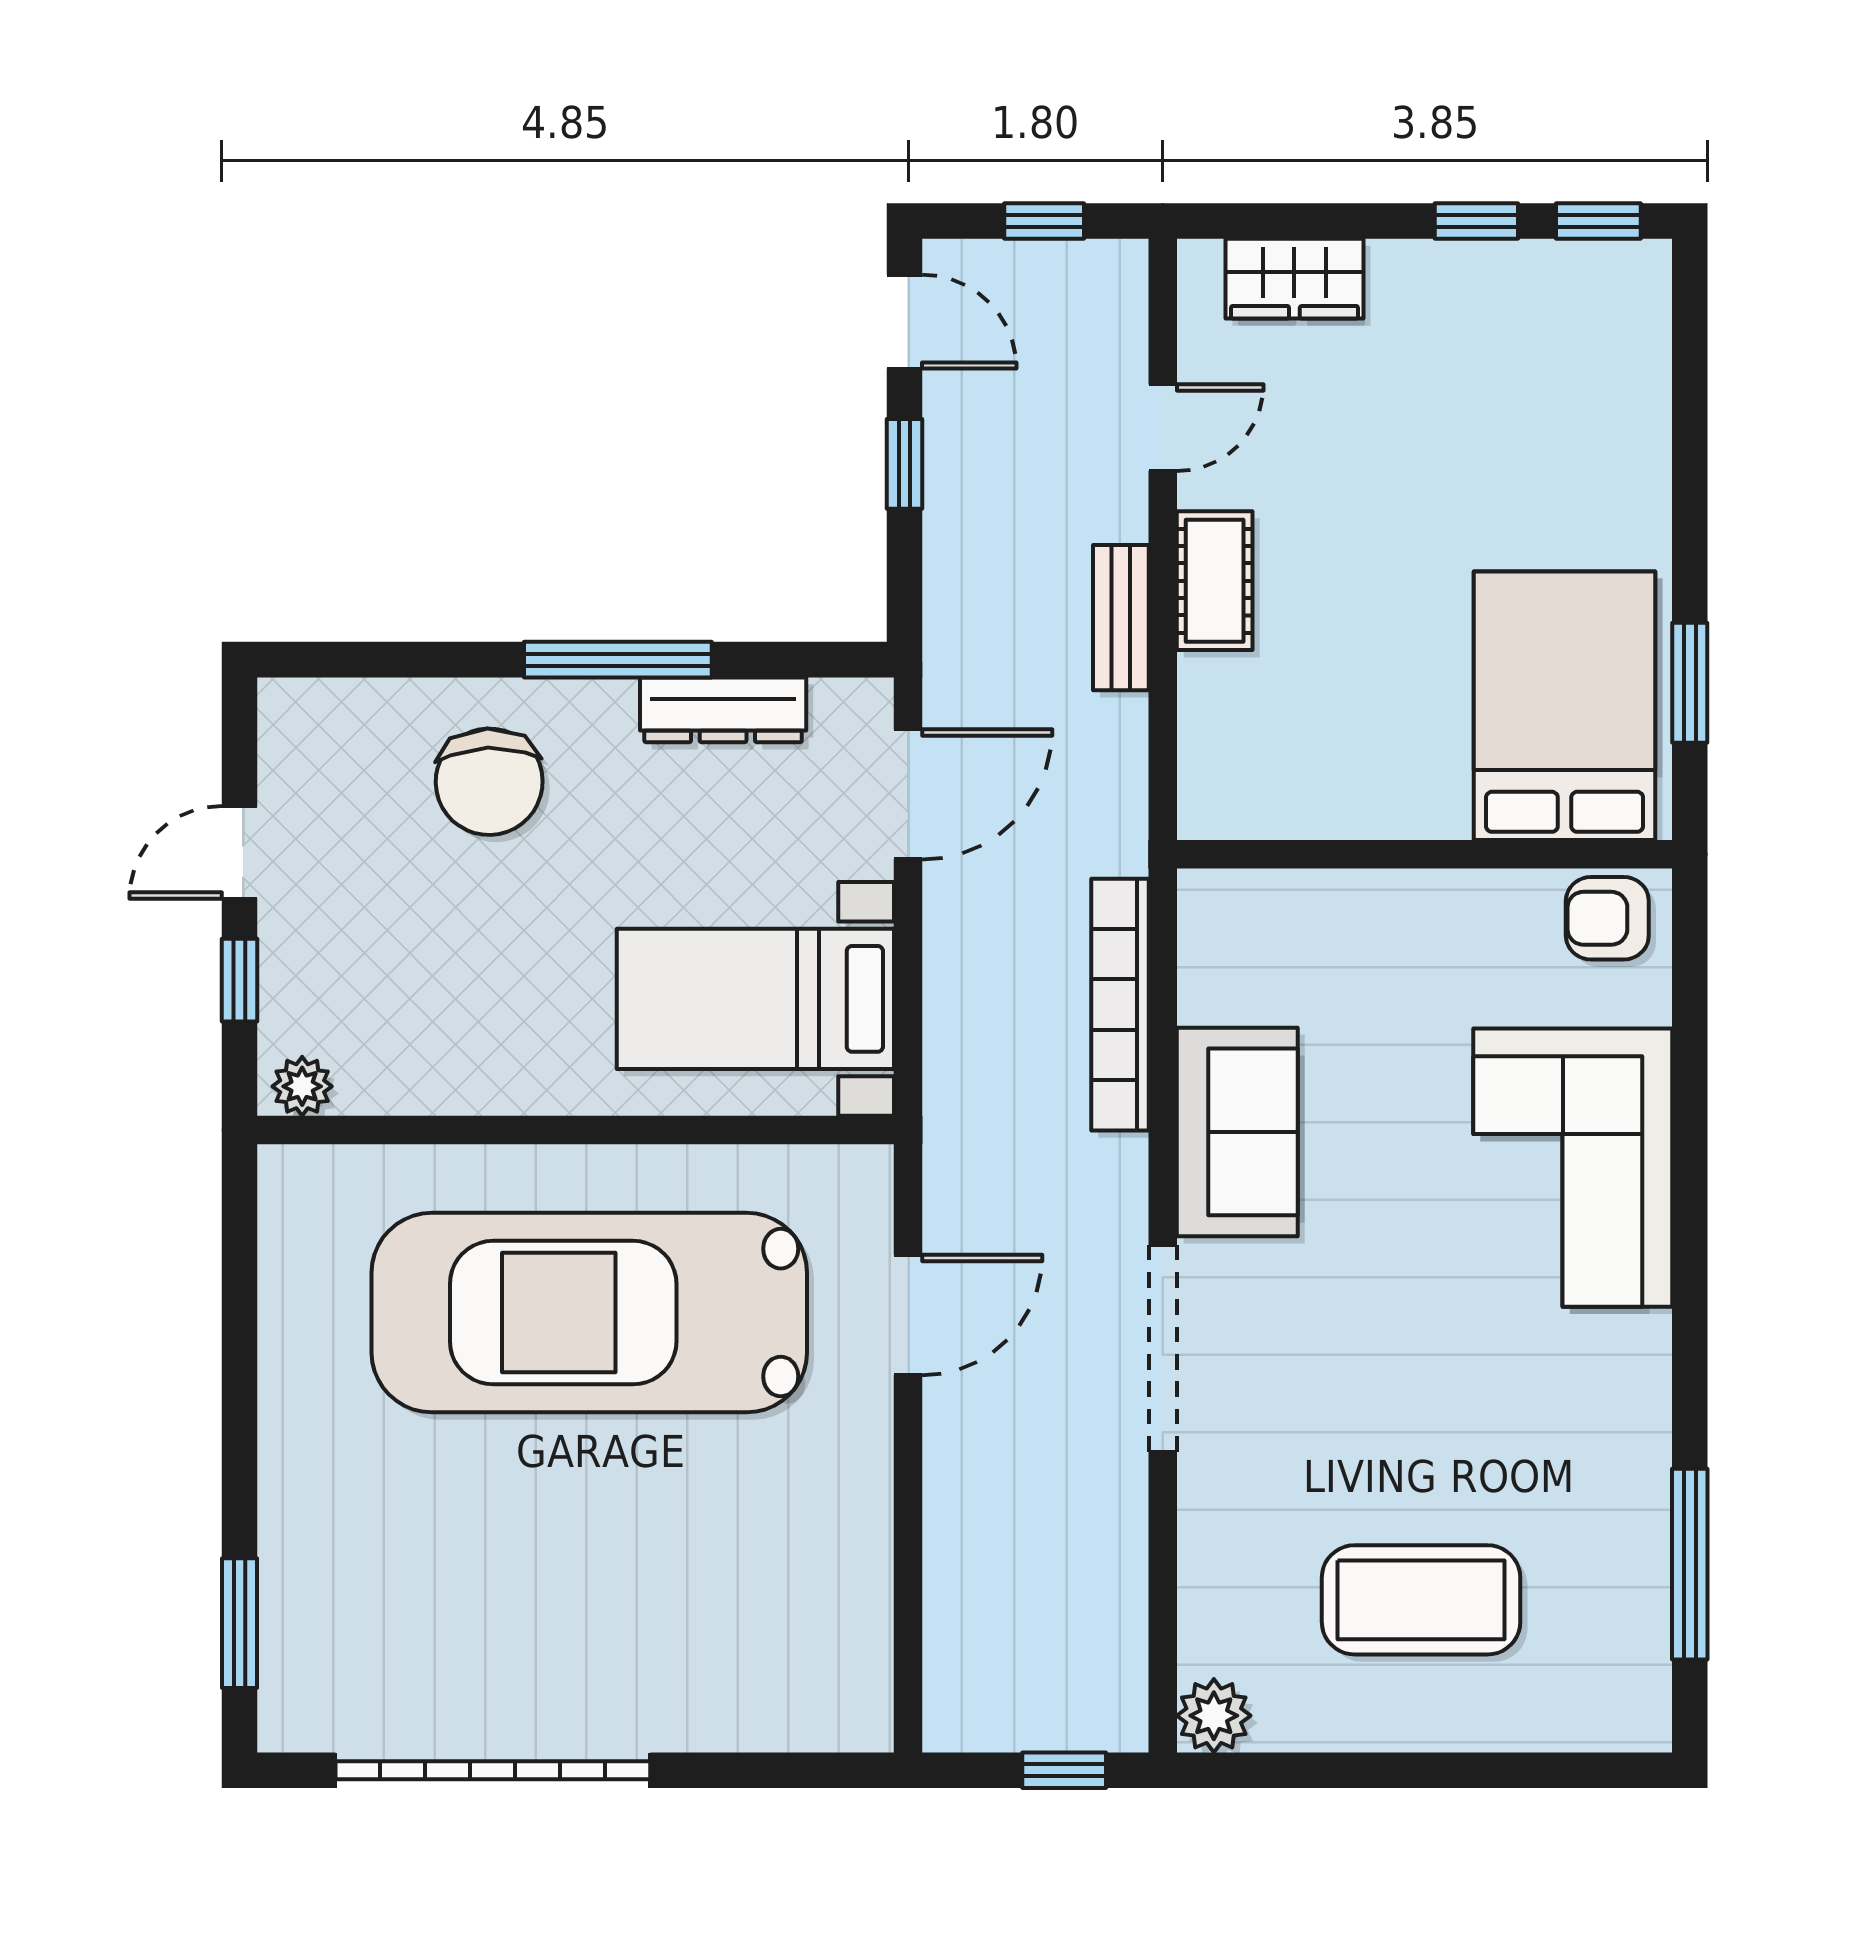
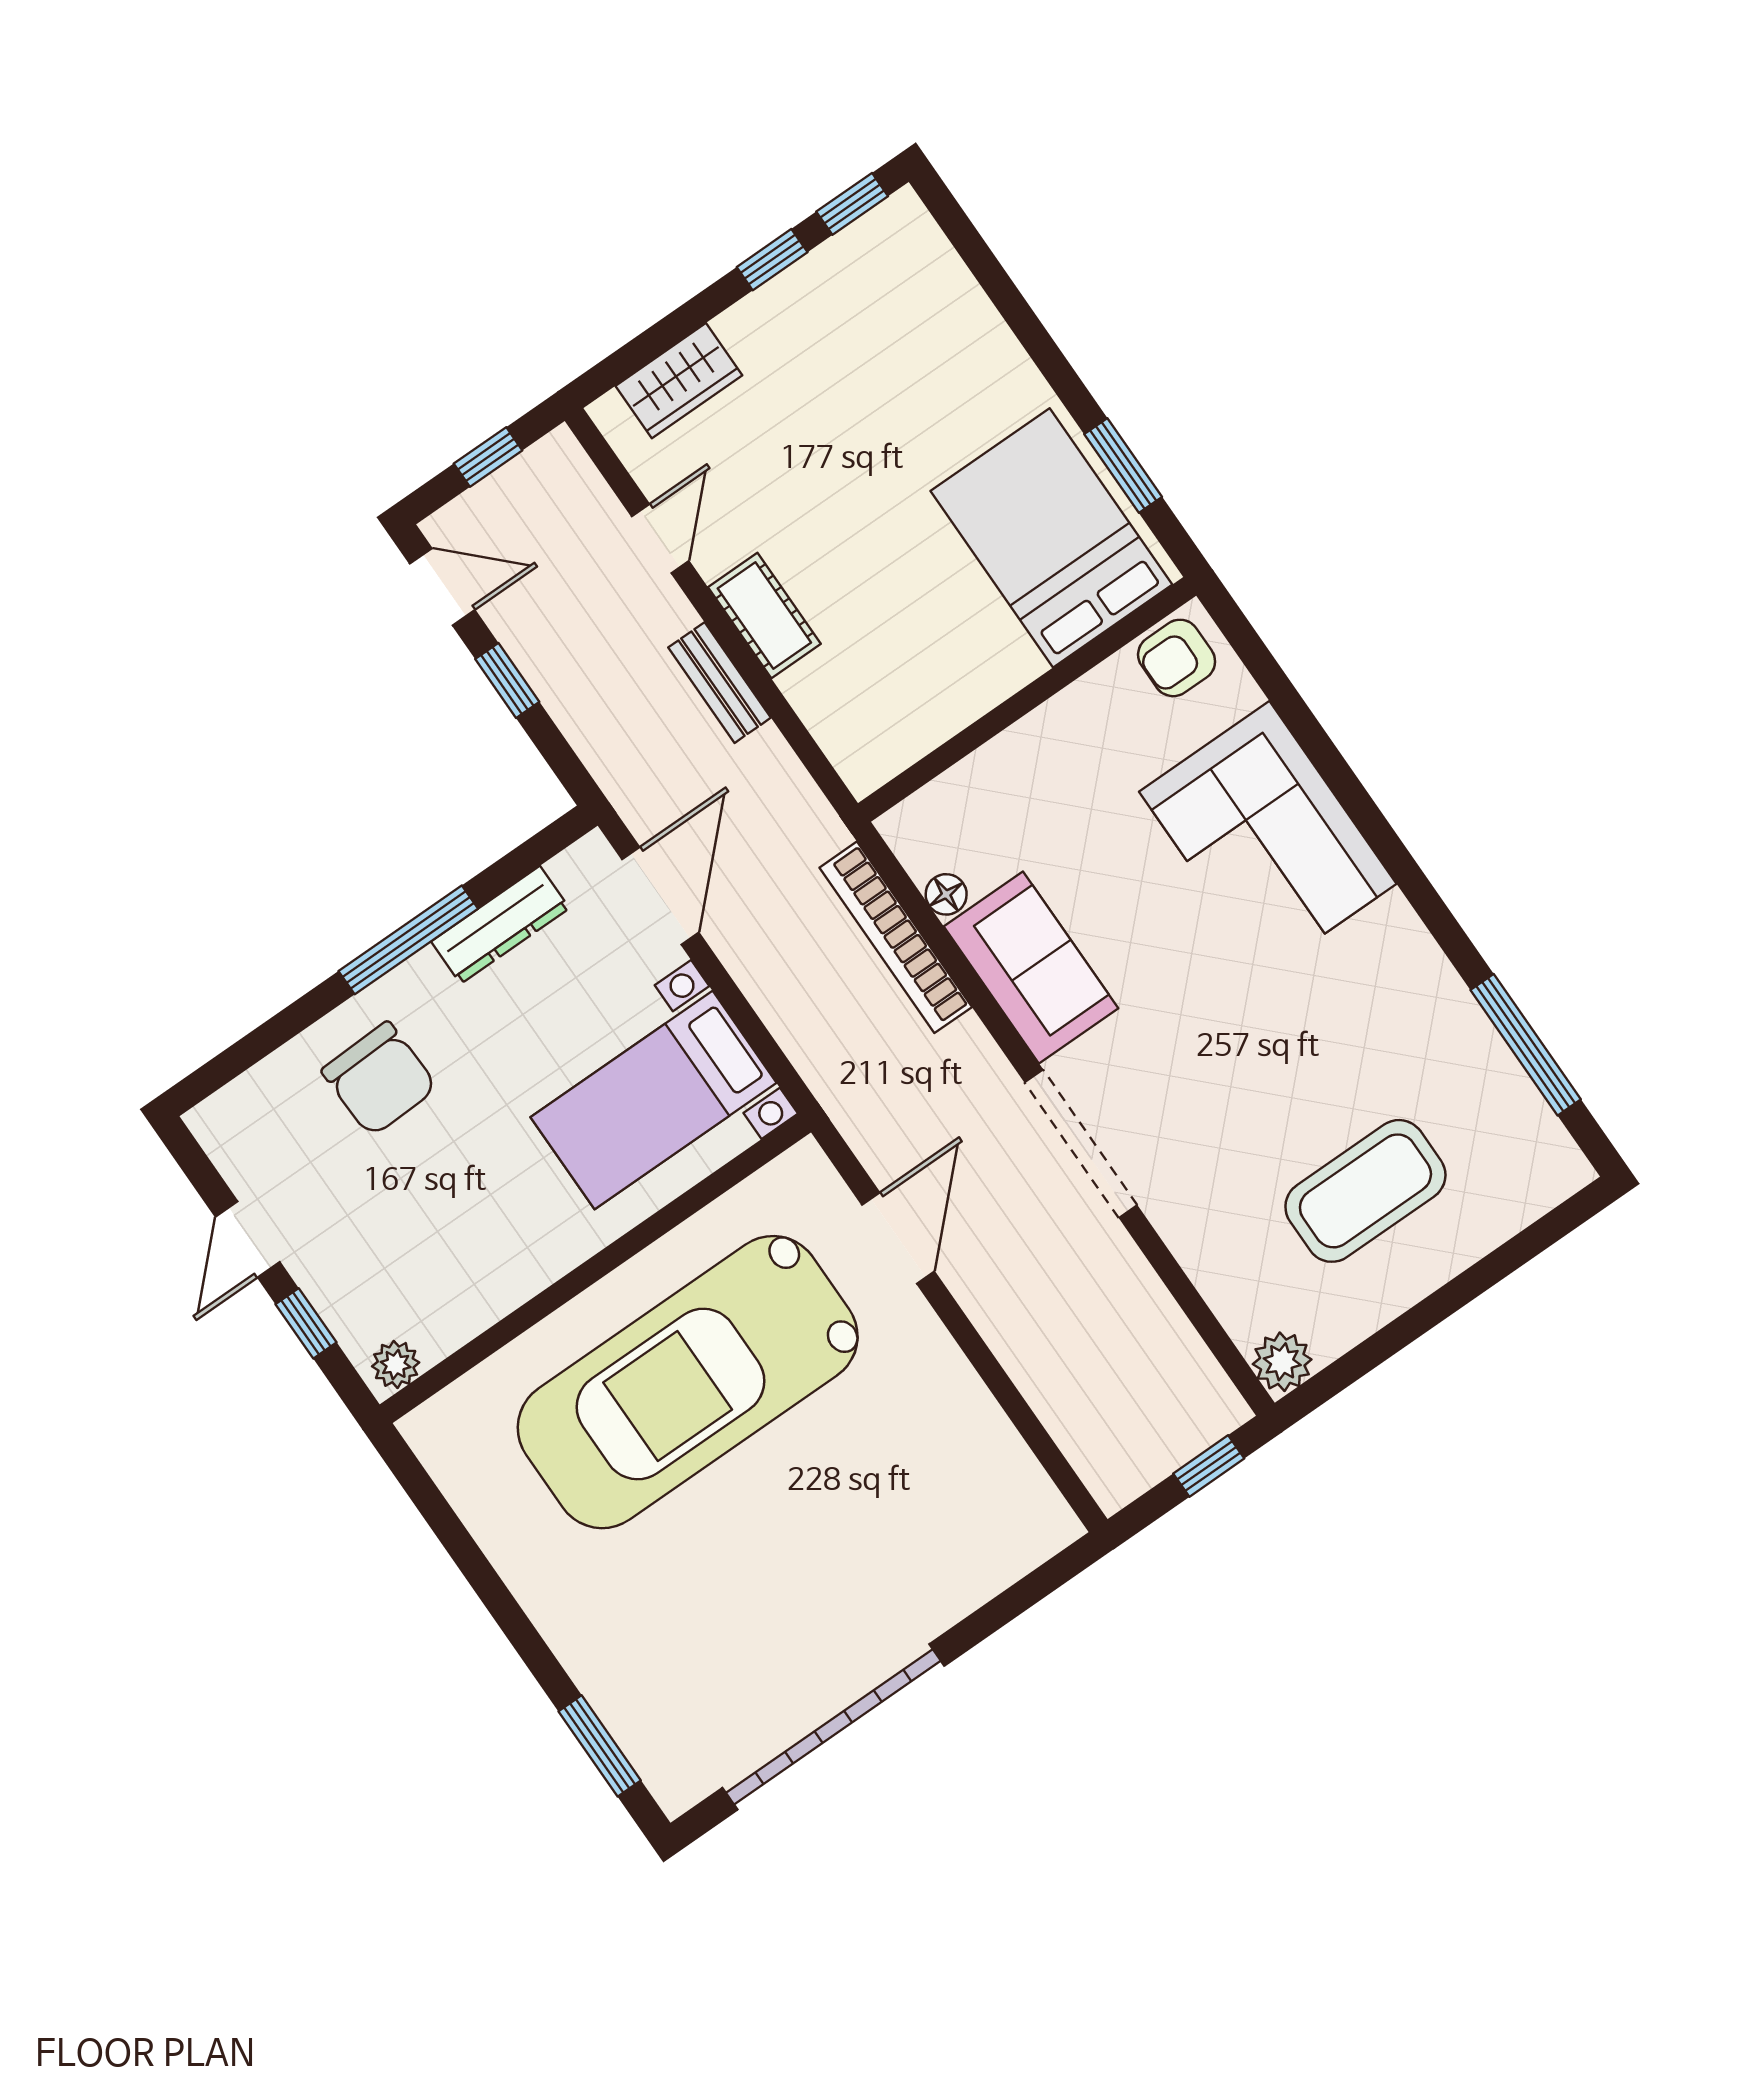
floor lamp: (1202, 996) -> (946, 894), added

